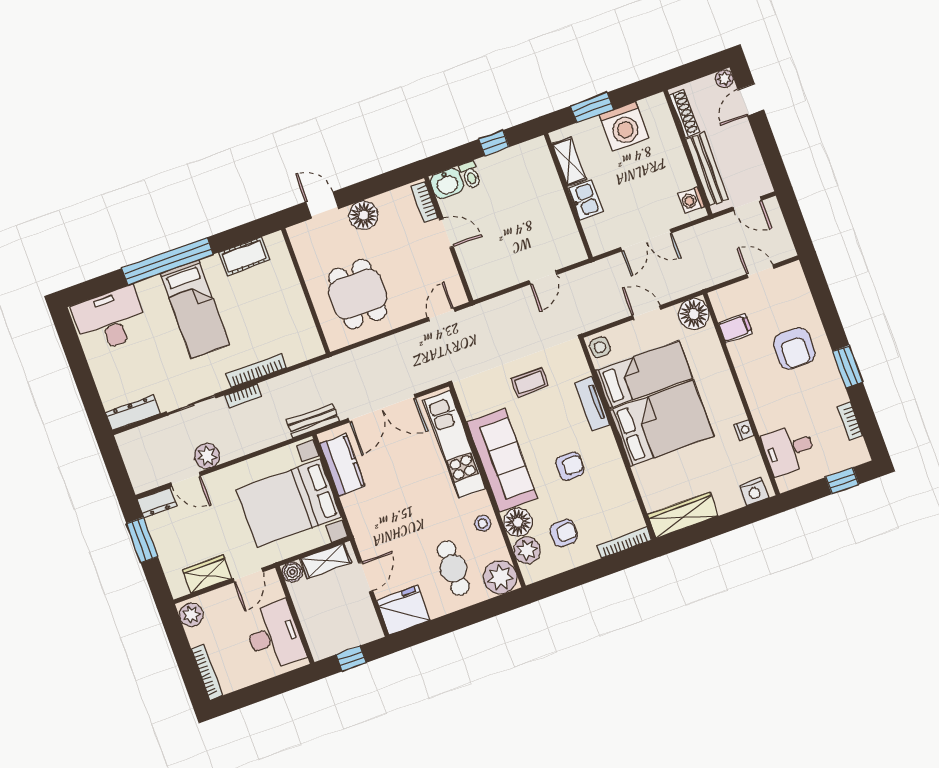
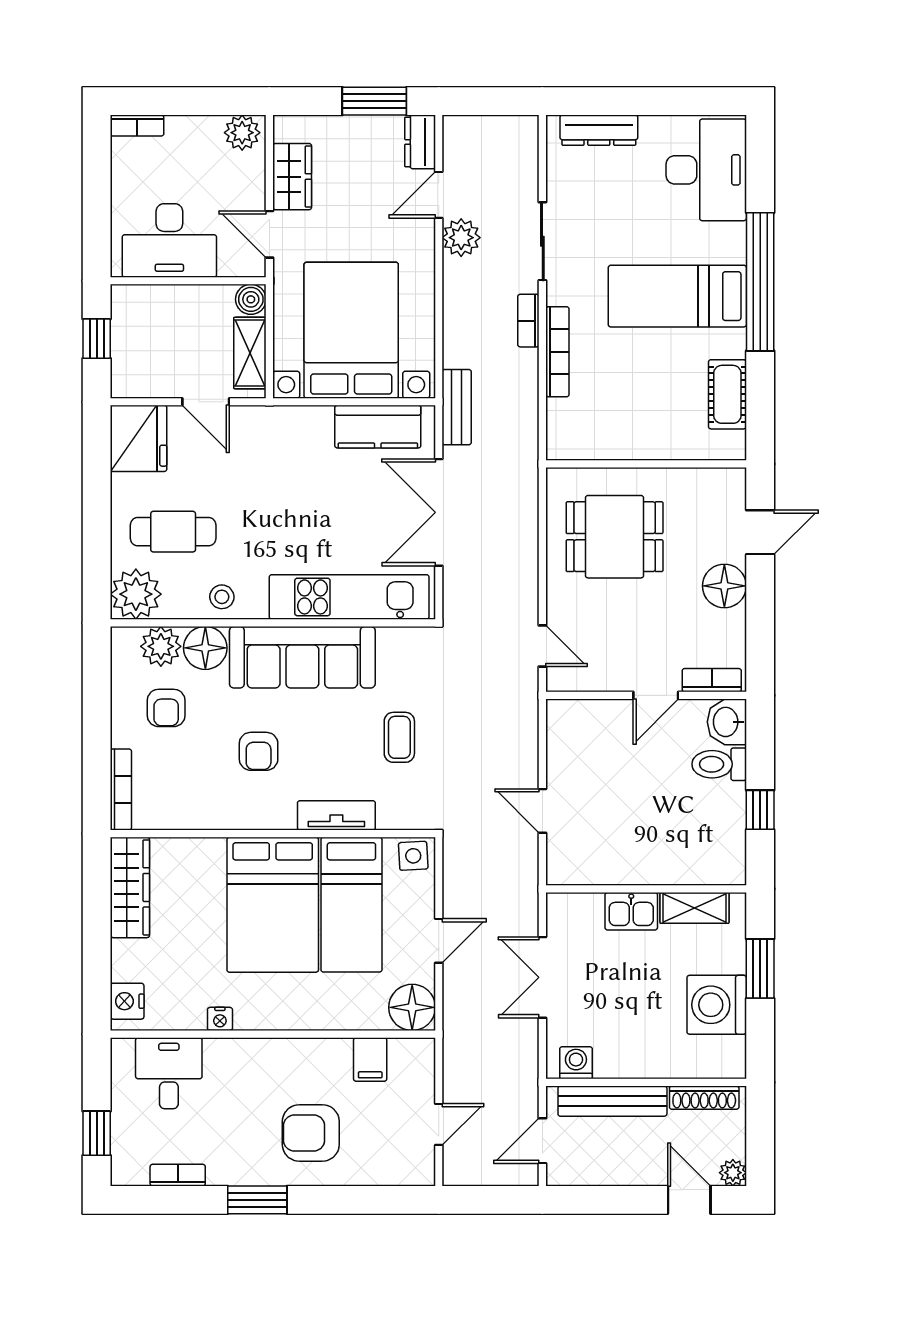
toilet: (470, 175) -> (719, 764), width x1.37, depth x1.39
dresser: (133, 413) -> (599, 130), moved, turned 90
bookcase: (207, 672) -> (137, 126), width x0.64

